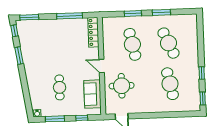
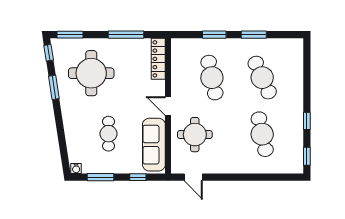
round table: (46, 44) -> (91, 73), added
sofa: (92, 94) -> (154, 145), width x1.36

